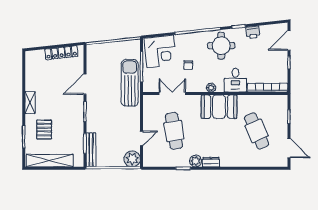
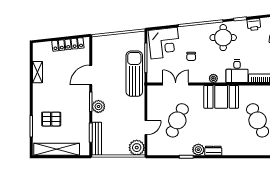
shelving: (30, 103) -> (38, 72), moved
plant: (93, 117) -> (98, 106), added
pallet: (44, 130) -> (51, 119), turned 90
cafe table: (174, 131) -> (177, 120), turned 33

